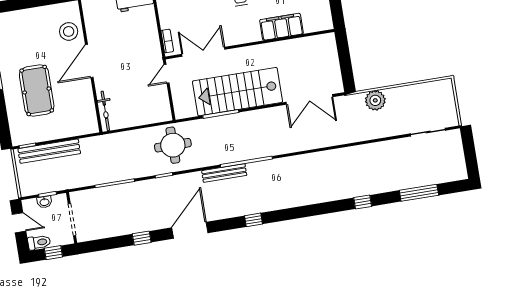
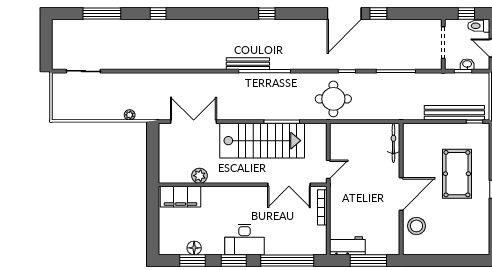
filing cabinet: (281, 27) -> (181, 197), moved
bookcase: (167, 41) -> (322, 207), width x1.56
plant: (294, 46) -> (200, 176), added
plant: (375, 100) -> (130, 115), width x0.53, depth x0.53
bench: (224, 173) -> (248, 64), moved
door: (190, 230) -> (344, 14), moved

